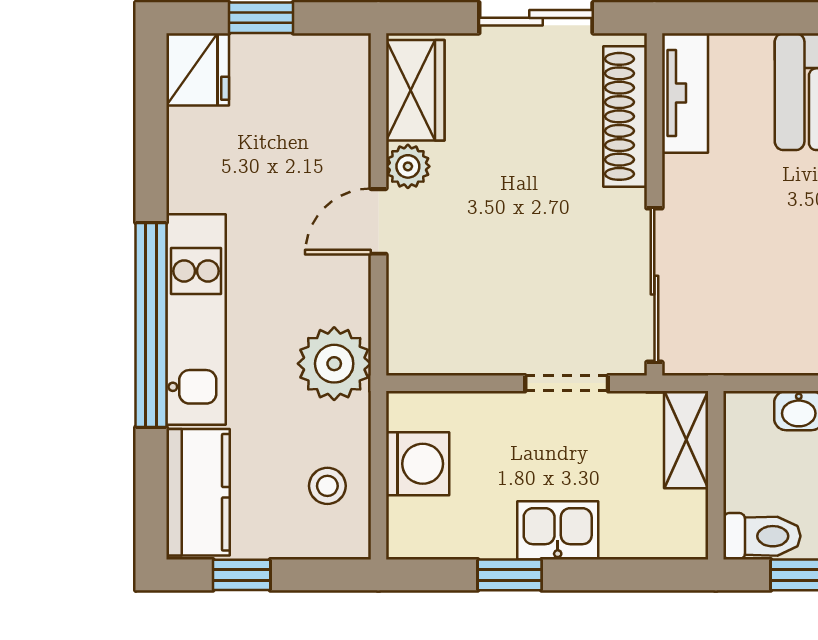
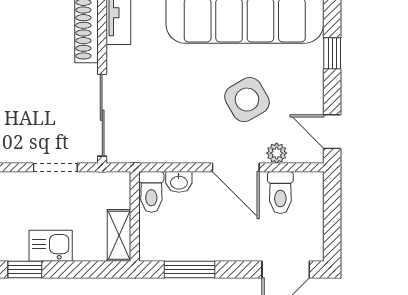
shelving: (686, 440) -> (119, 235), moved
toilet: (762, 536) -> (151, 192), moved, turned 90

